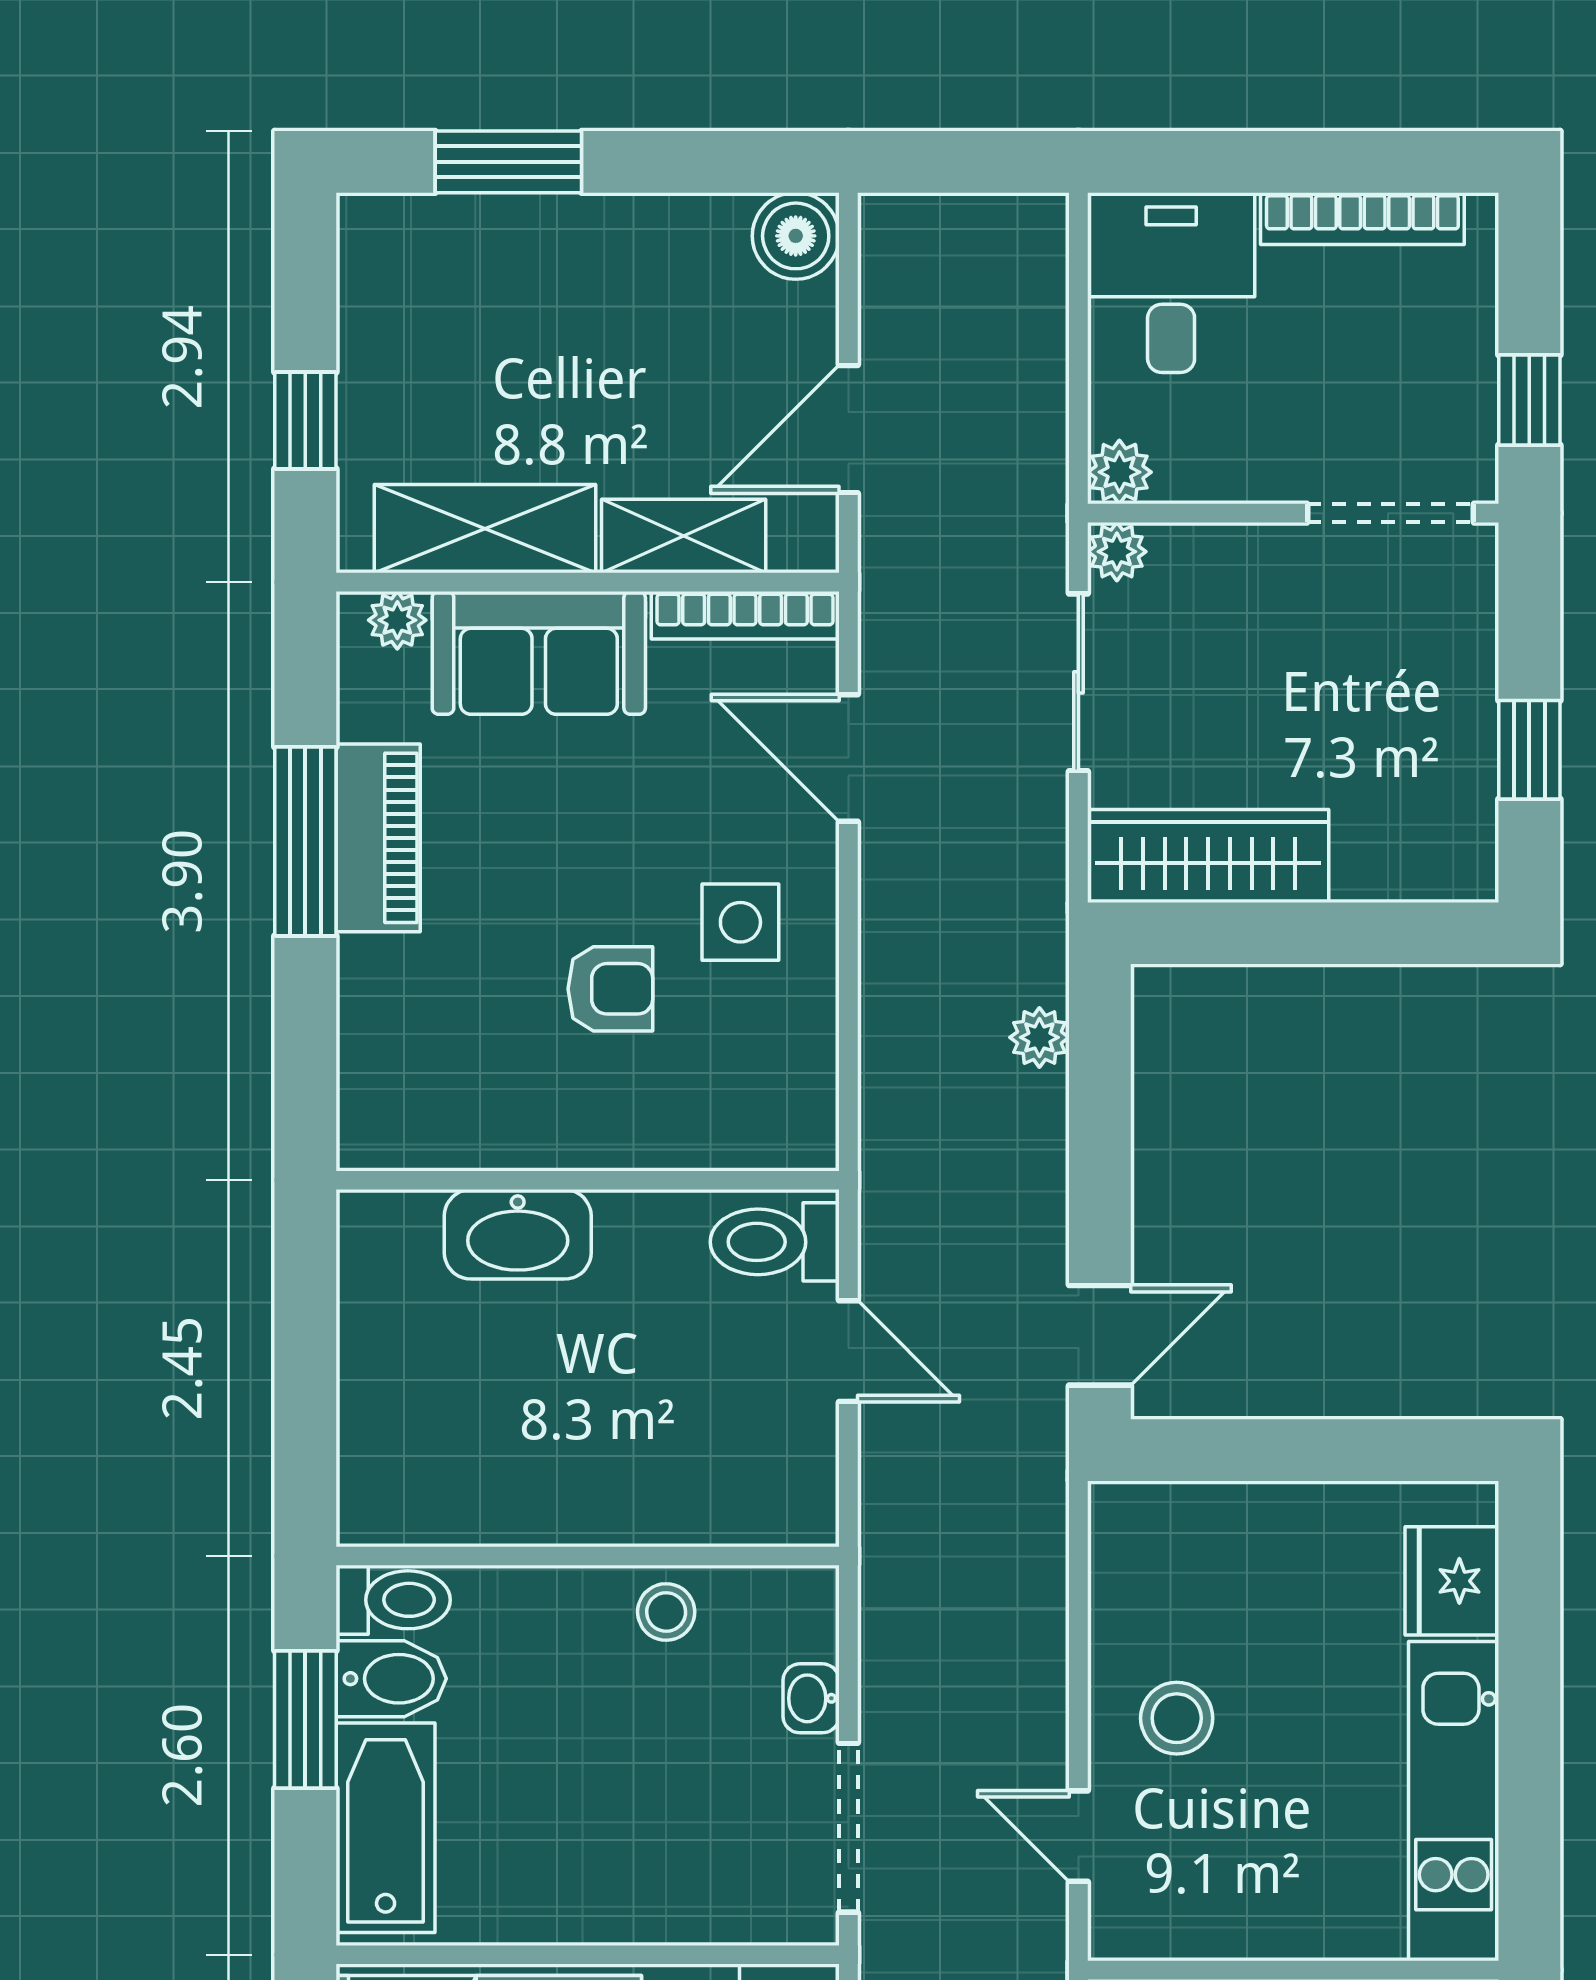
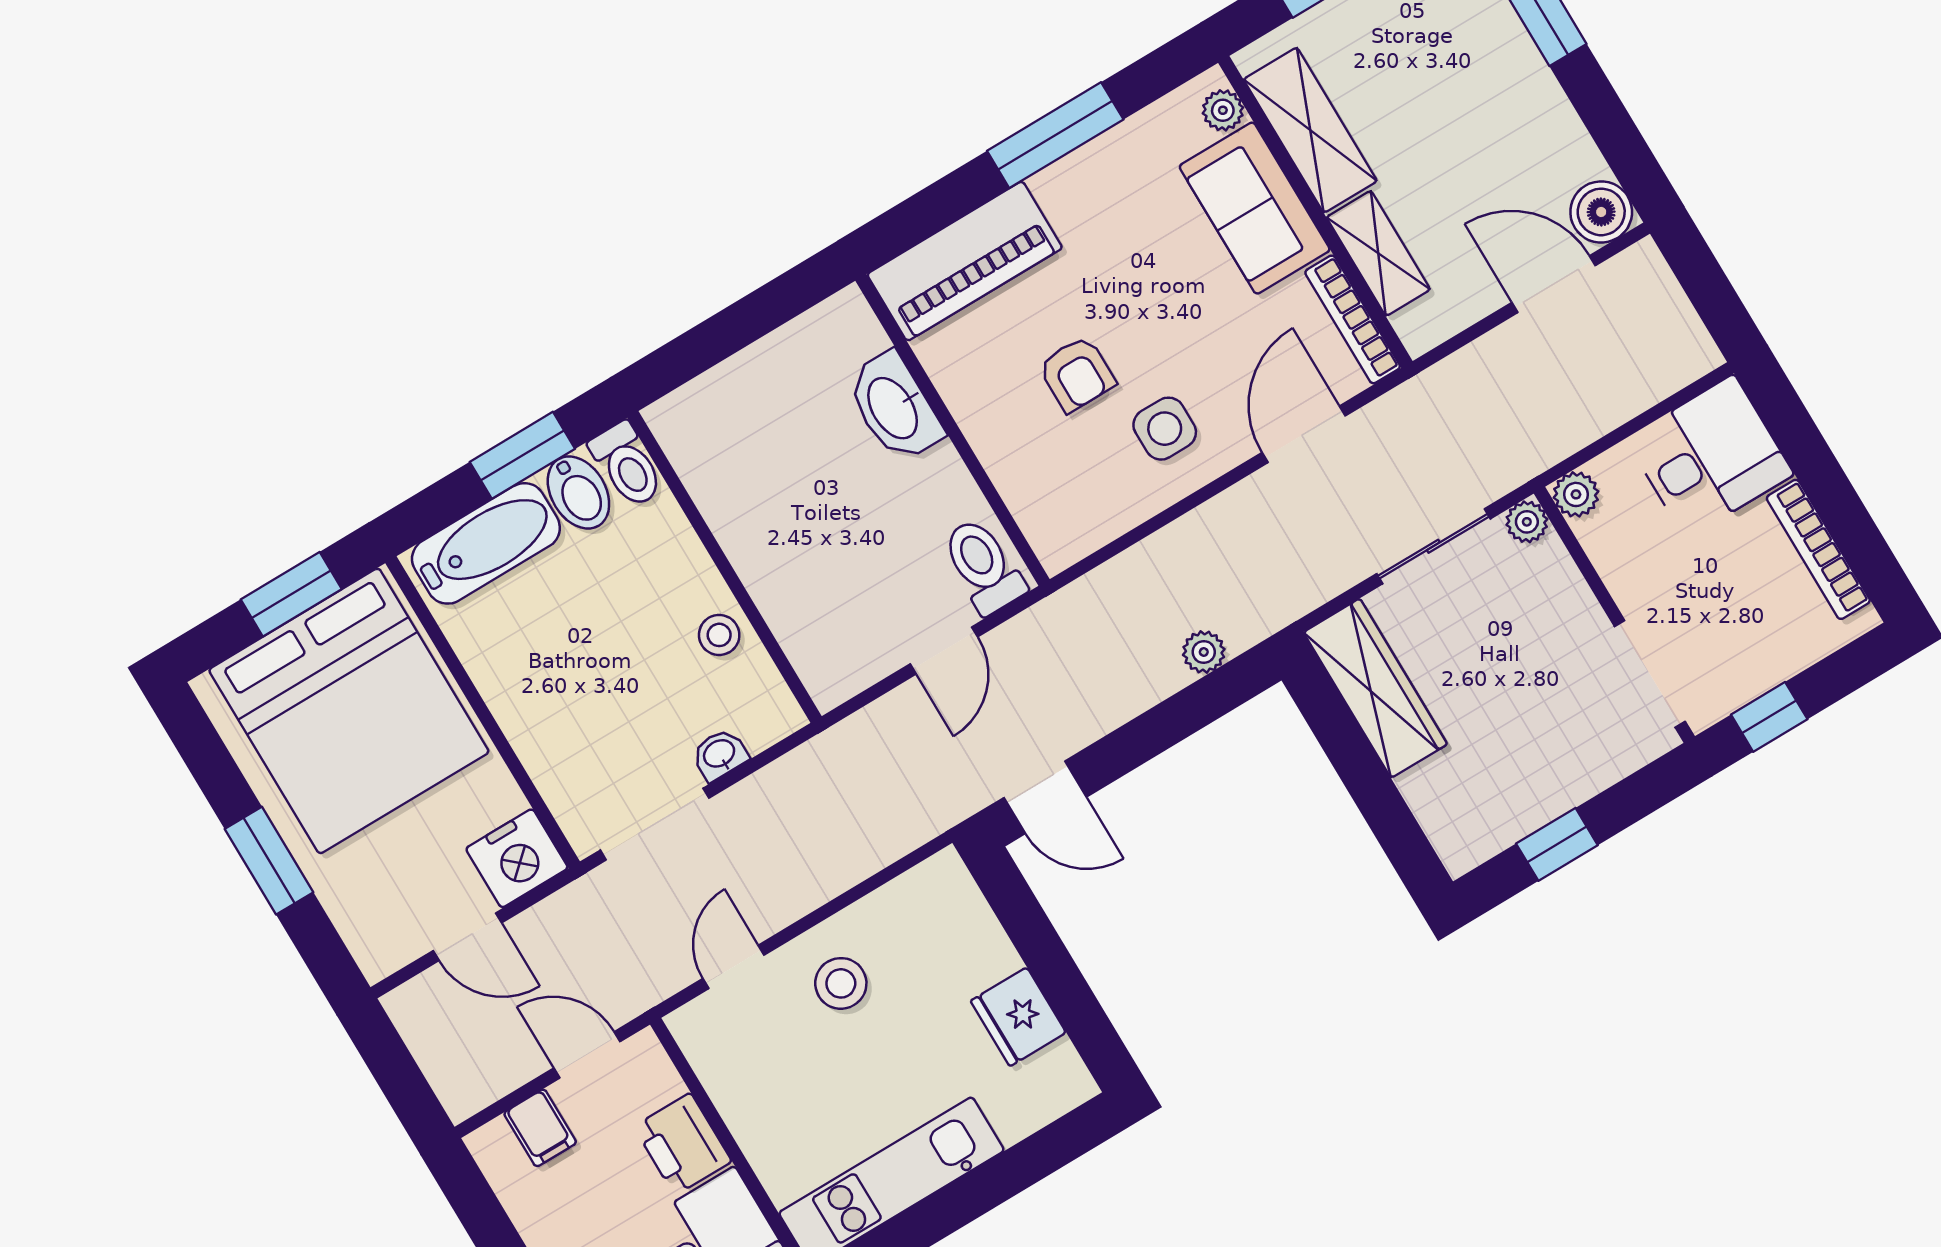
door: (848, 429) -> (1554, 284), moved
piano: (378, 838) -> (965, 261), moved, width x1.37, depth x1.33
fridge: (1452, 1581) -> (1018, 1017), moved, turned -90

